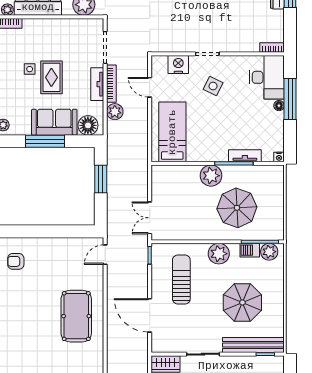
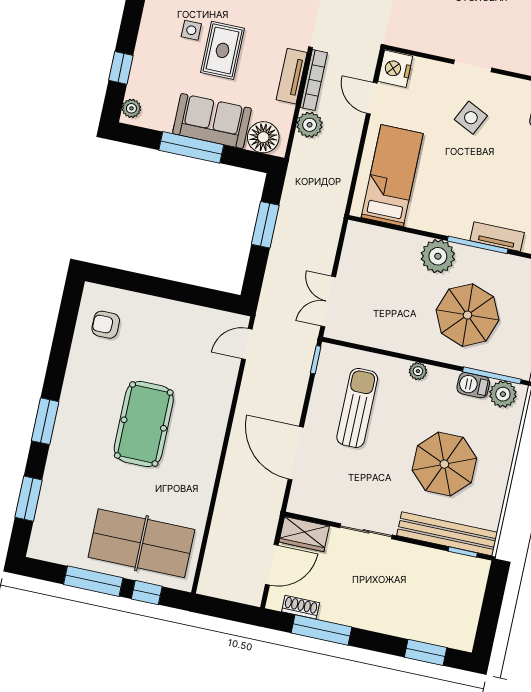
nightstand: (178, 64) -> (395, 69), moved, turned -90
plant: (219, 254) -> (418, 371), width x0.53, depth x0.53
pool table: (76, 316) -> (144, 424), moved

